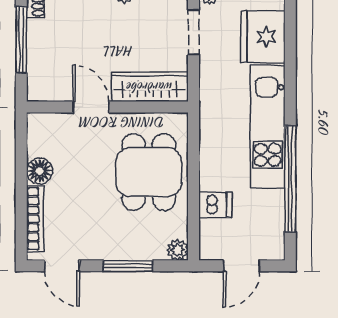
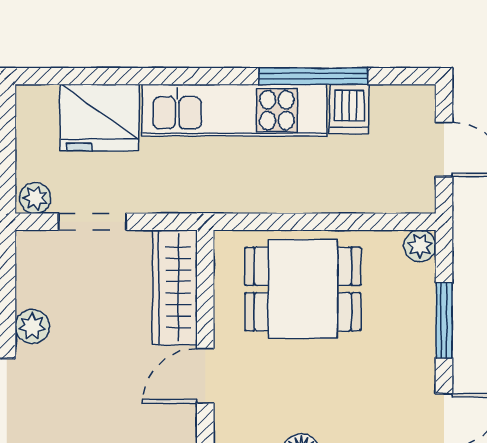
window: (290, 179) -> (313, 76), width x0.68
dishwasher: (215, 205) -> (349, 109), moved, turned 180

